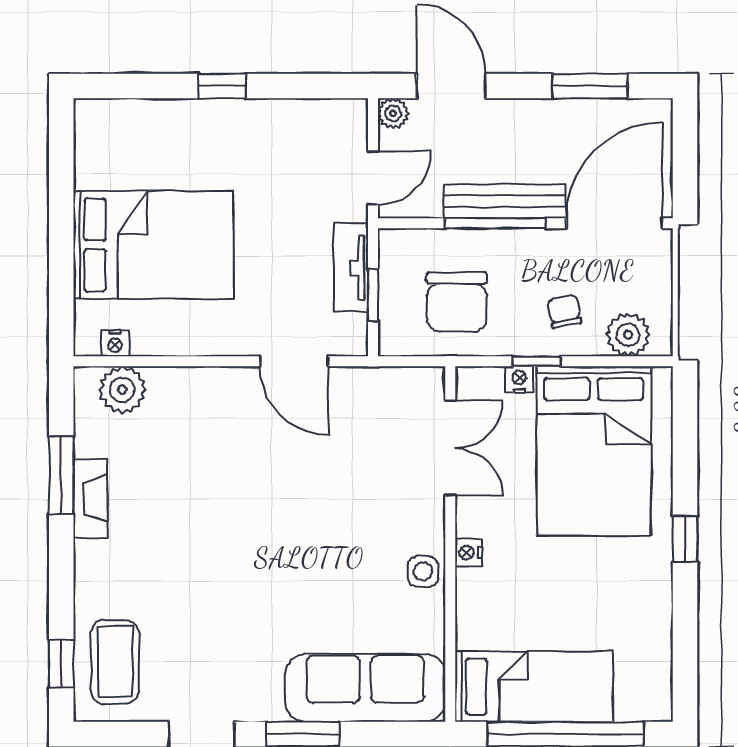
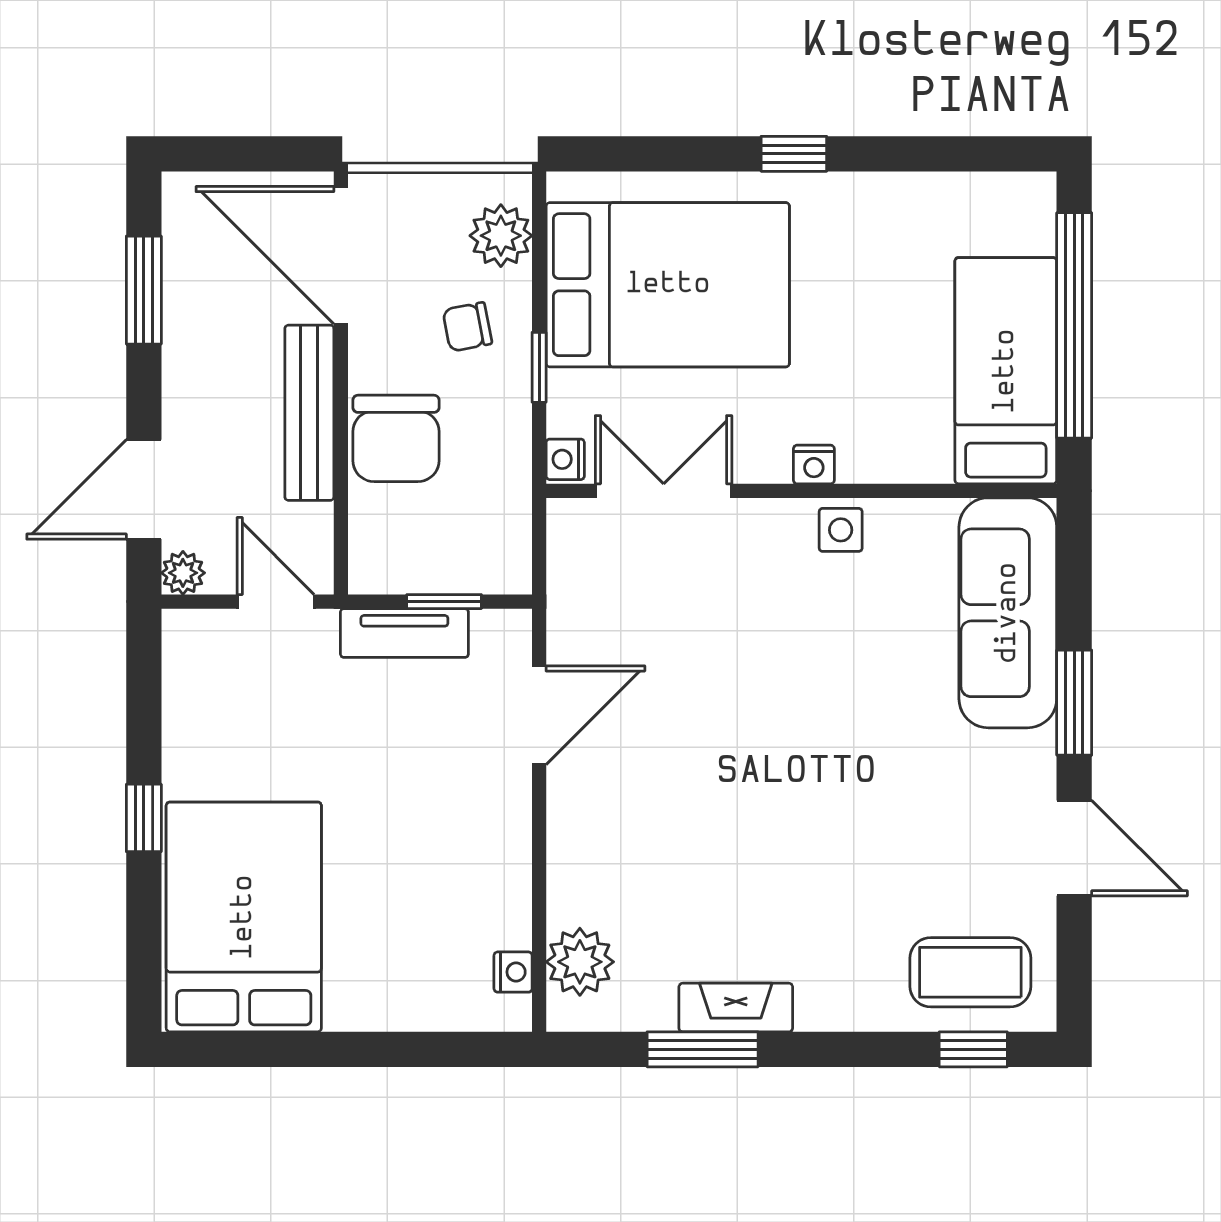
window: (495, 223) -> (341, 426), removed
bed: (153, 245) -> (244, 917), moved
chair: (457, 302) -> (396, 438), moved, turned 90
nightstand: (519, 380) -> (565, 459), moved

